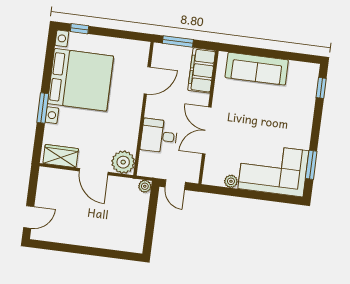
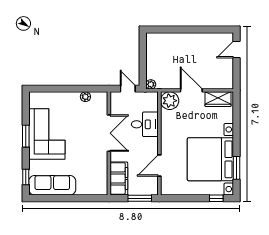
sofa: (257, 69) -> (52, 185), moved
window: (43, 108) -> (236, 168), moved
window: (311, 165) -> (26, 136), moved
corner sofa: (273, 170) -> (47, 134), moved, turned -90

